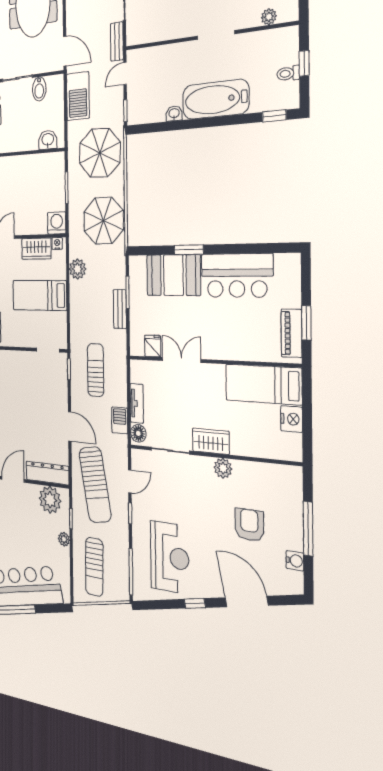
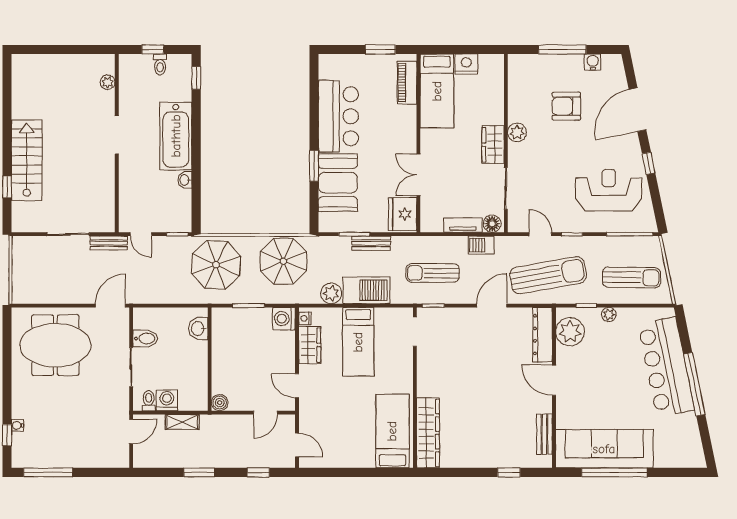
barbecue: (78, 96) -> (366, 290), moved
piano: (291, 333) -> (407, 83), moved, turned 90
fridge: (153, 346) -> (403, 214), width x1.88, depth x1.34

